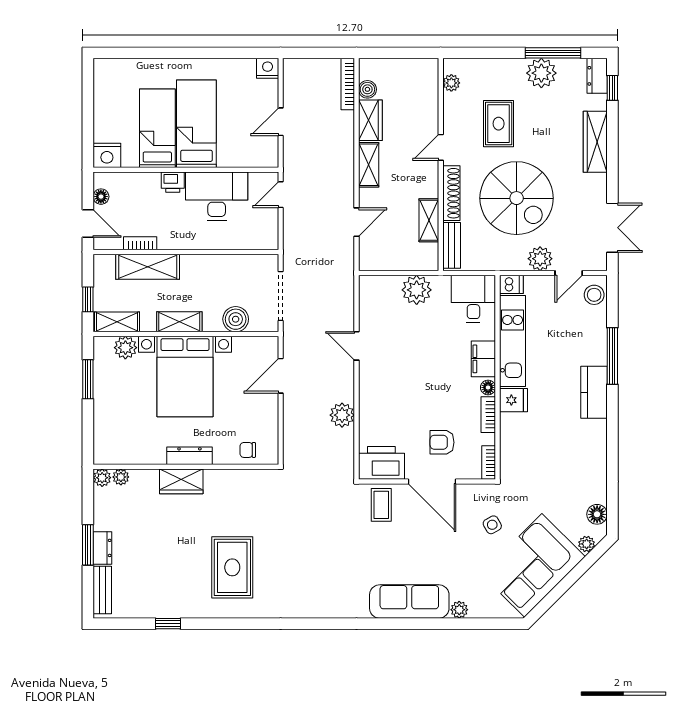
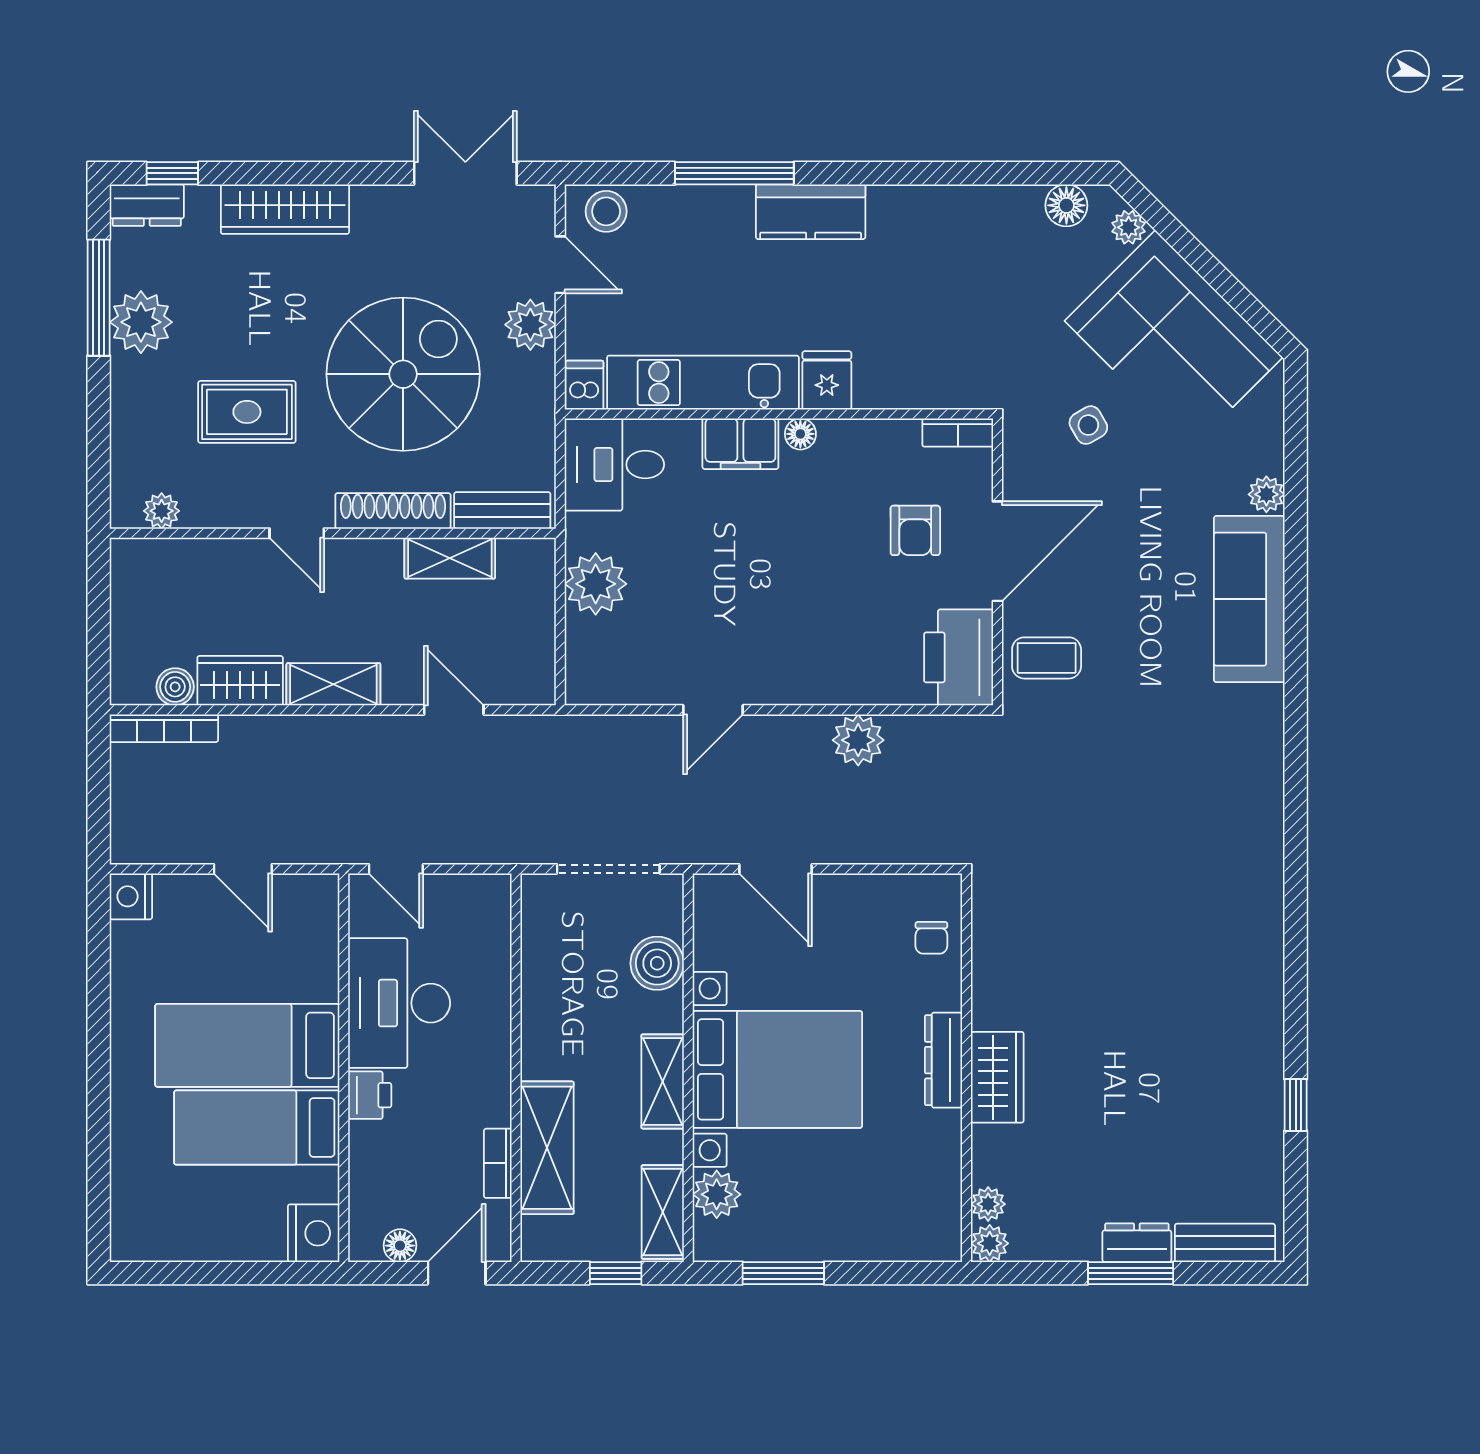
bookcase: (488, 415) -> (857, 433), removed
rug: (232, 567) -> (1178, 970), removed

